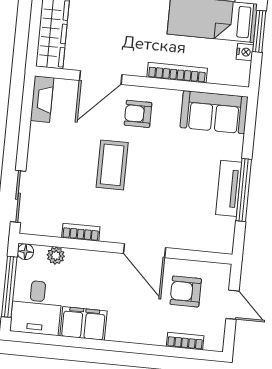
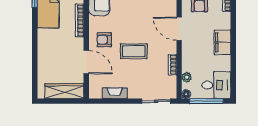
fireplace: (42, 99) -> (115, 93), moved
armchair: (138, 114) -> (104, 40), turned 90
door: (144, 251) -> (179, 29), swing flipped
filing cabinet: (83, 323) -> (222, 42), moved

